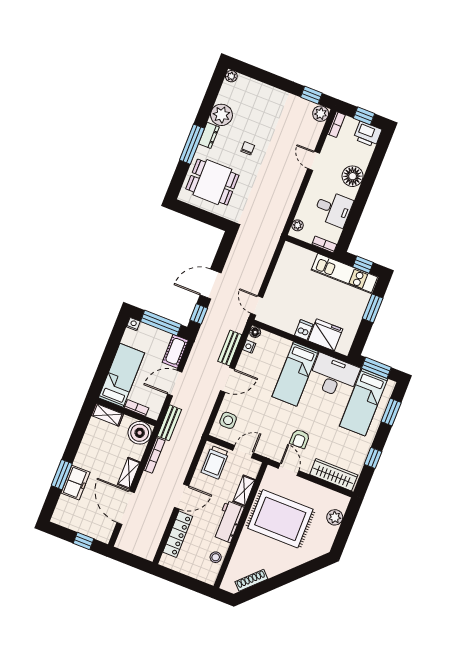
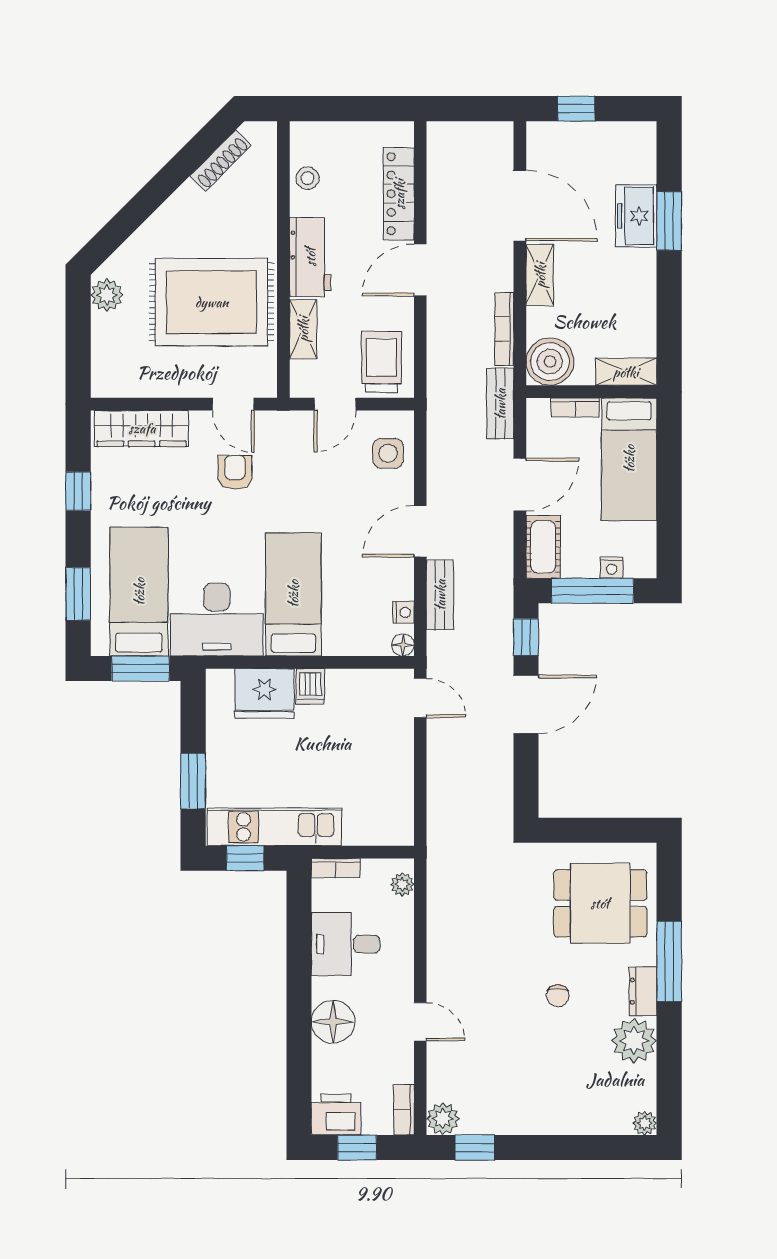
nightstand: (133, 324) -> (612, 568), moved
plant: (335, 517) -> (107, 295), moved

